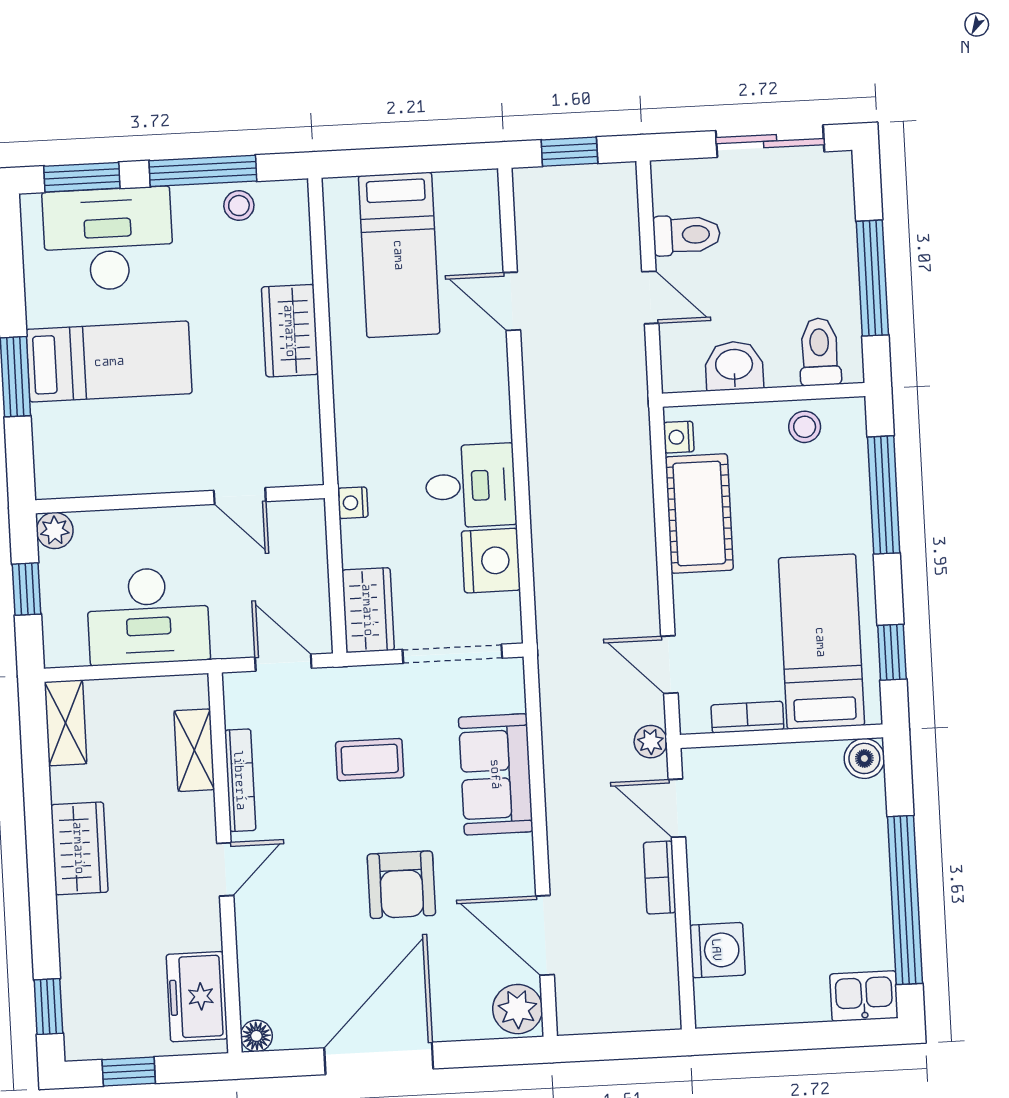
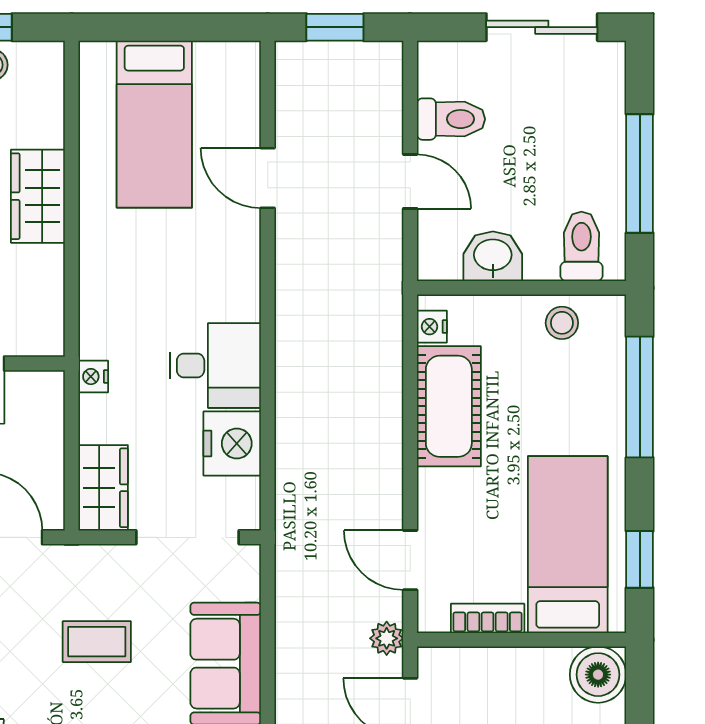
boiler: (864, 758) -> (598, 675), width x1.36, depth x1.36

